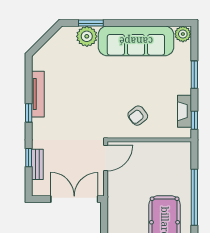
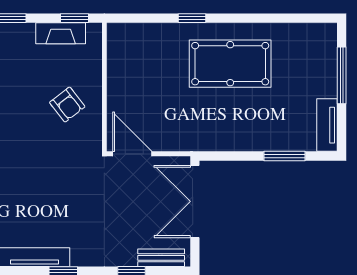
bench: (37, 164) -> (161, 258), moved
window: (194, 197) -> (192, 18), width x0.32

